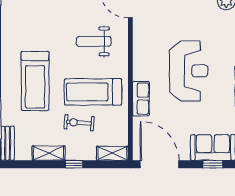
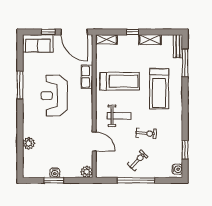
treadmill: (35, 81) -> (159, 89), turned 180
exercise bike: (79, 123) -> (146, 133), moved
window: (213, 164) -> (48, 32), moved

